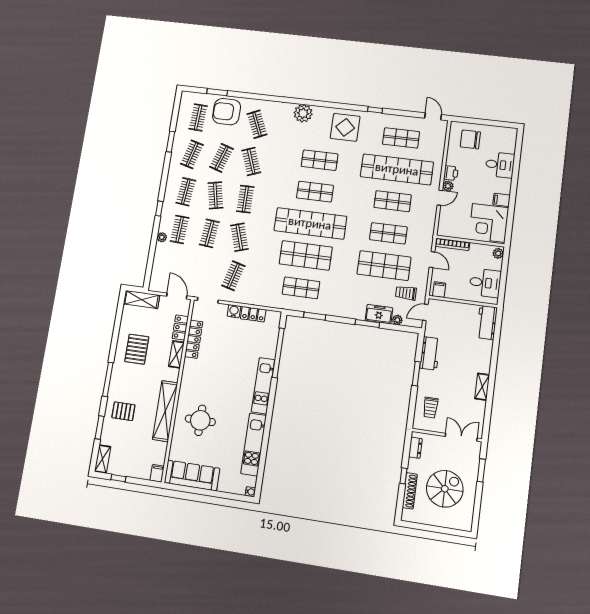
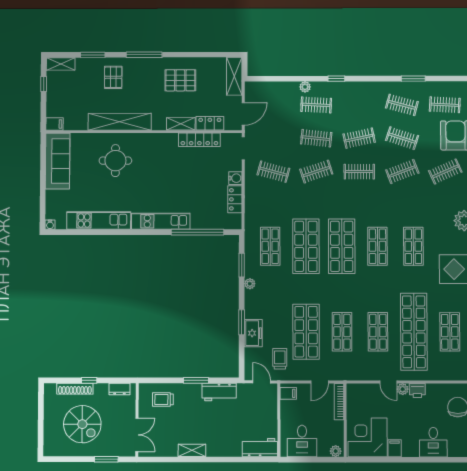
clothes rail: (186, 192) -> (359, 105), removed
shop shelf: (310, 223) -> (342, 246), width x0.71
plant: (397, 320) -> (250, 284), moved

